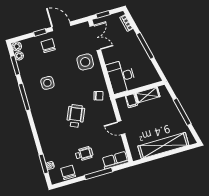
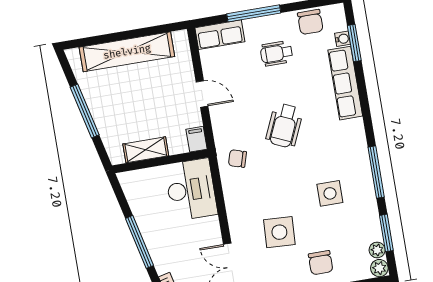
side table: (85, 62) -> (279, 232), moved
filing cabinet: (131, 101) -> (197, 139), moved
row of seats: (46, 142) -> (345, 83), added

